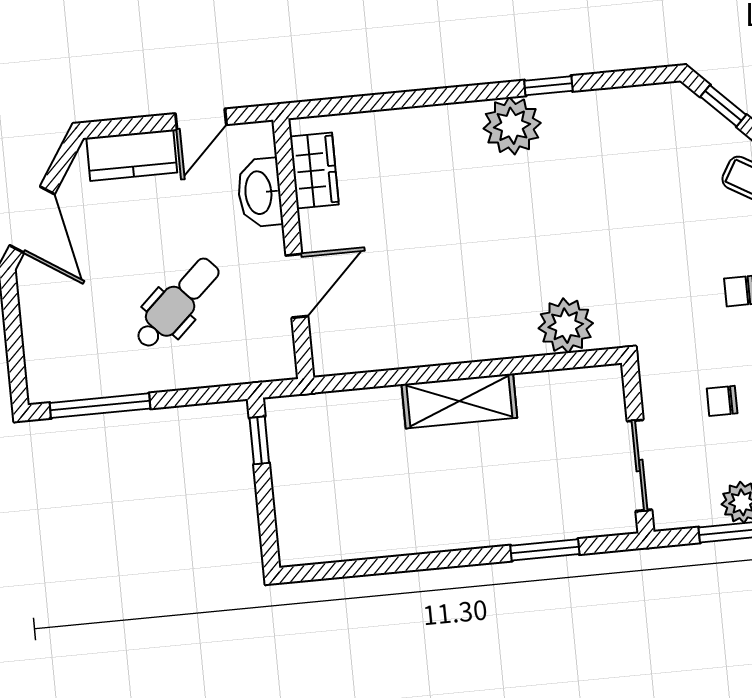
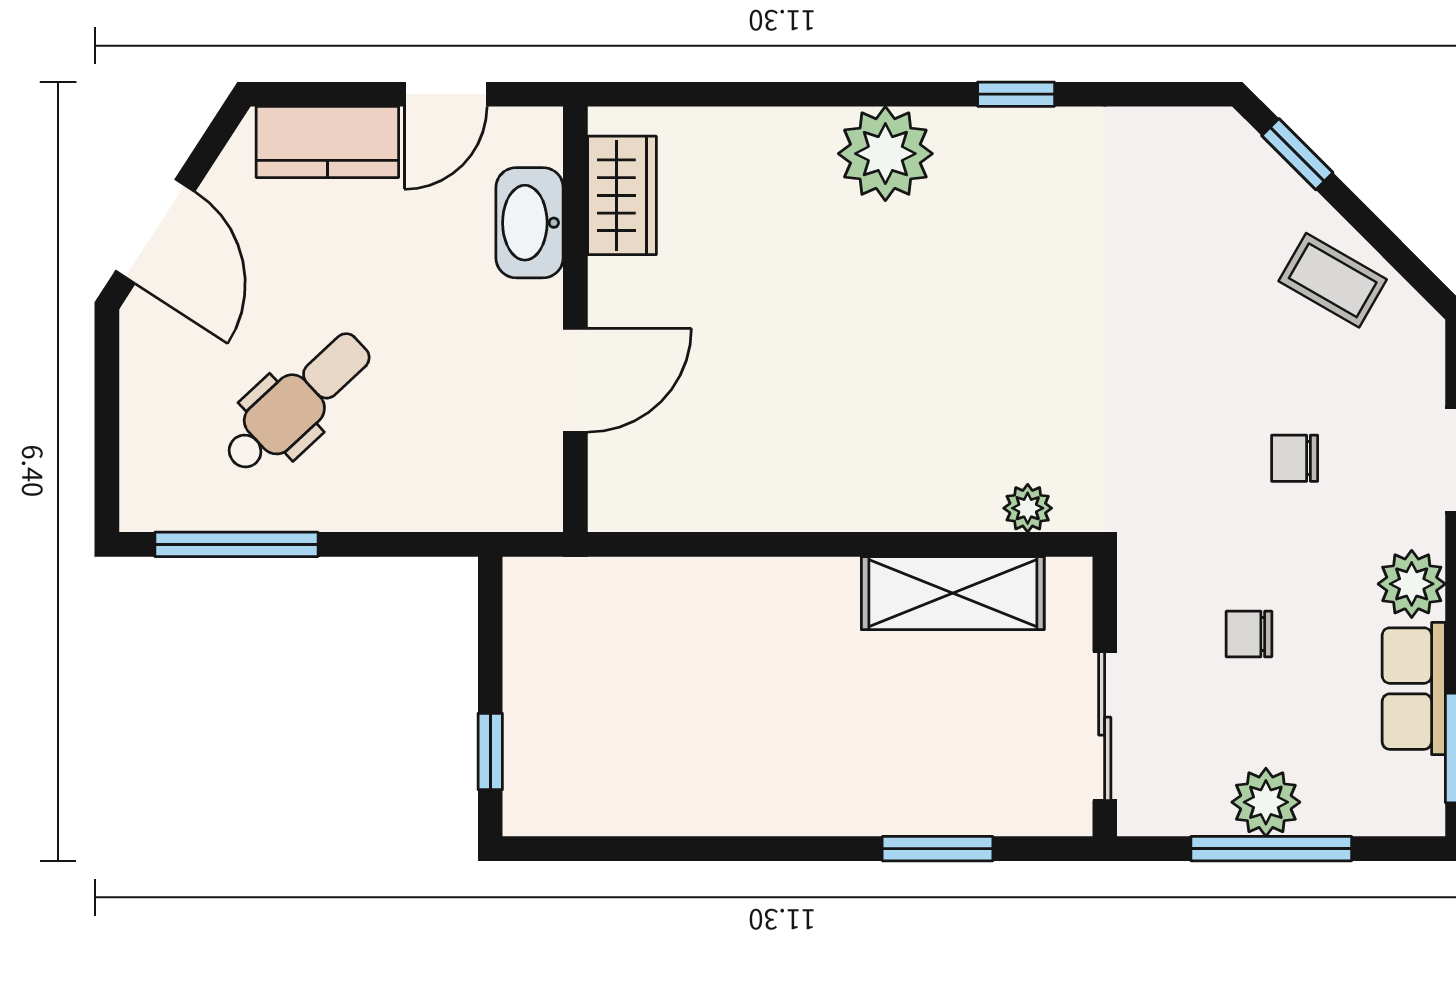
plant: (512, 126) -> (885, 154), moved
dental chair: (177, 303) -> (297, 403), moved
plant: (566, 326) -> (1028, 508), width x0.53, depth x0.53
shelving: (459, 401) -> (953, 593), moved
window: (259, 440) -> (490, 752), moved

